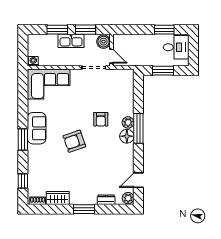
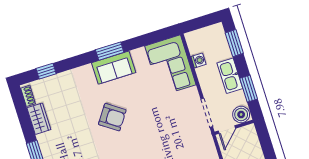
window: (57, 30) -> (234, 43), moved
washing machine: (33, 61) -> (198, 60), moved
armchair: (101, 119) -> (148, 140), removed
window: (23, 139) -> (110, 51), moved
armchair: (74, 141) -> (112, 117), turned 144

